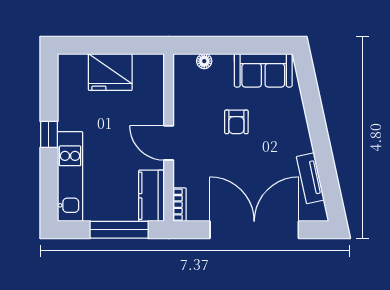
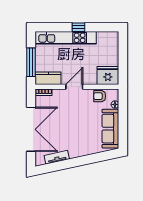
sofa: (263, 70) -> (110, 129), width x1.36
fridge: (110, 72) -> (108, 75), moved, turned 90
armchair: (236, 122) -> (100, 96), moved
kitchen unit: (70, 177) -> (66, 38), width x1.36

